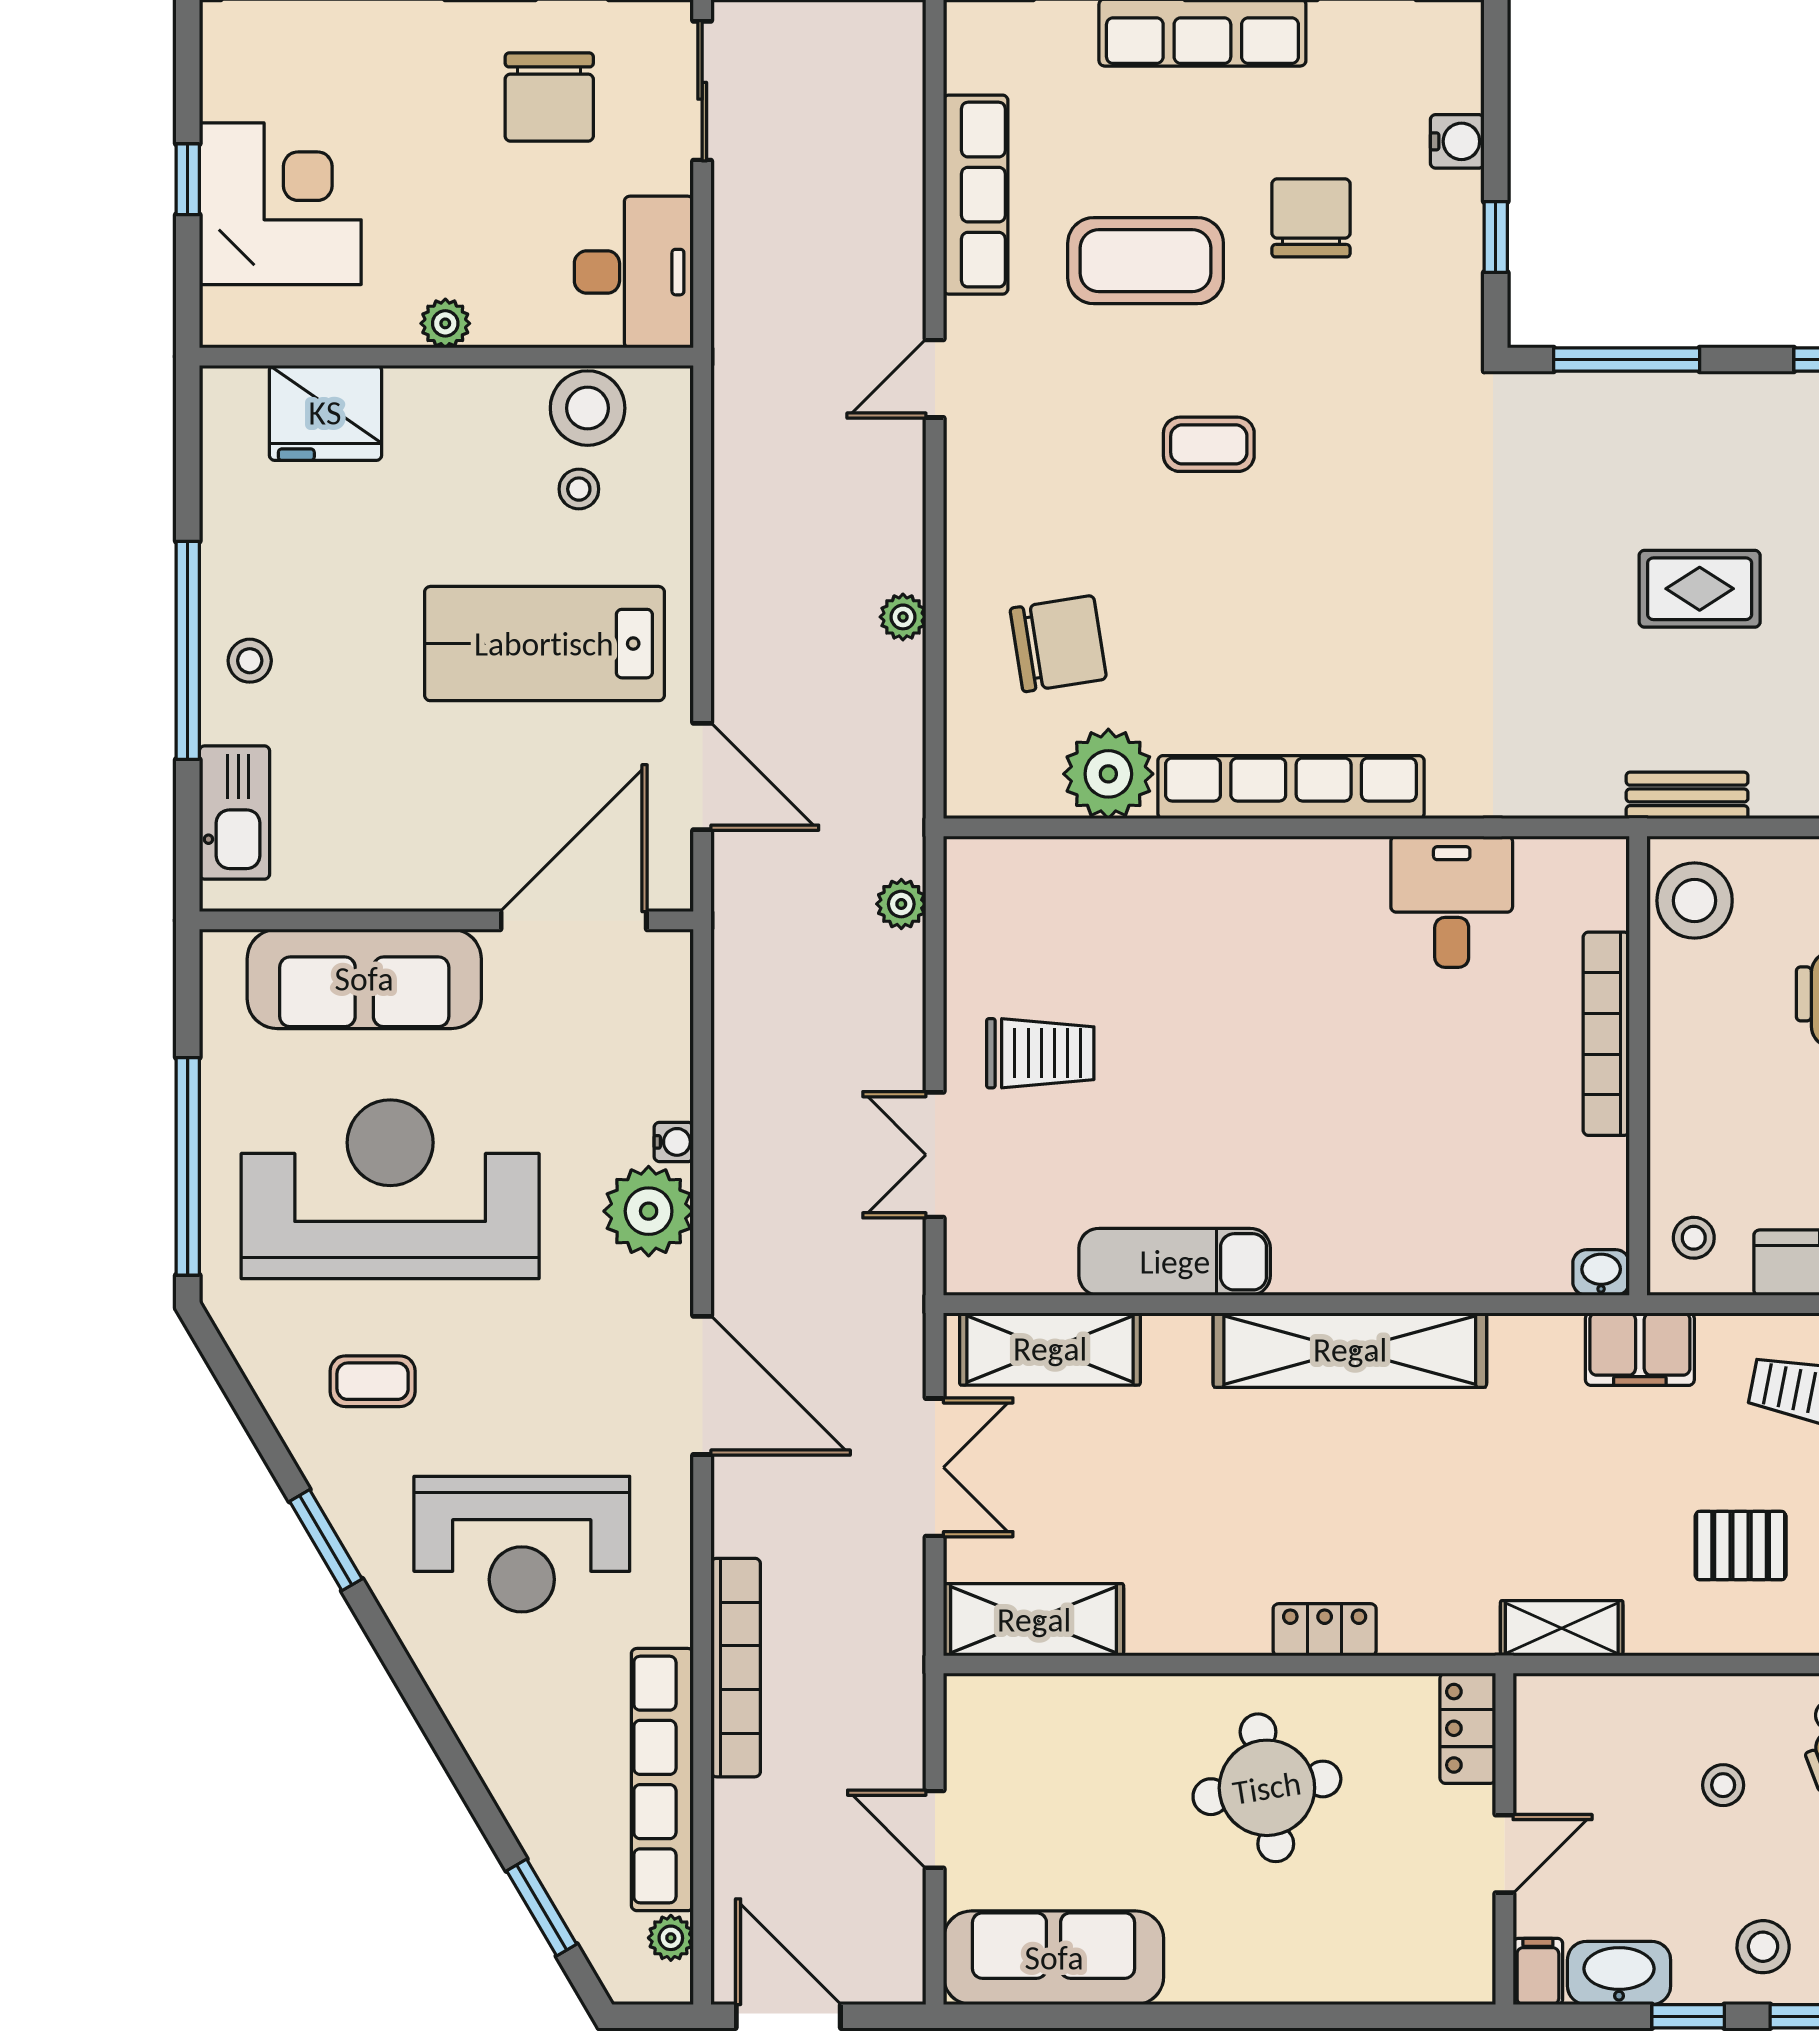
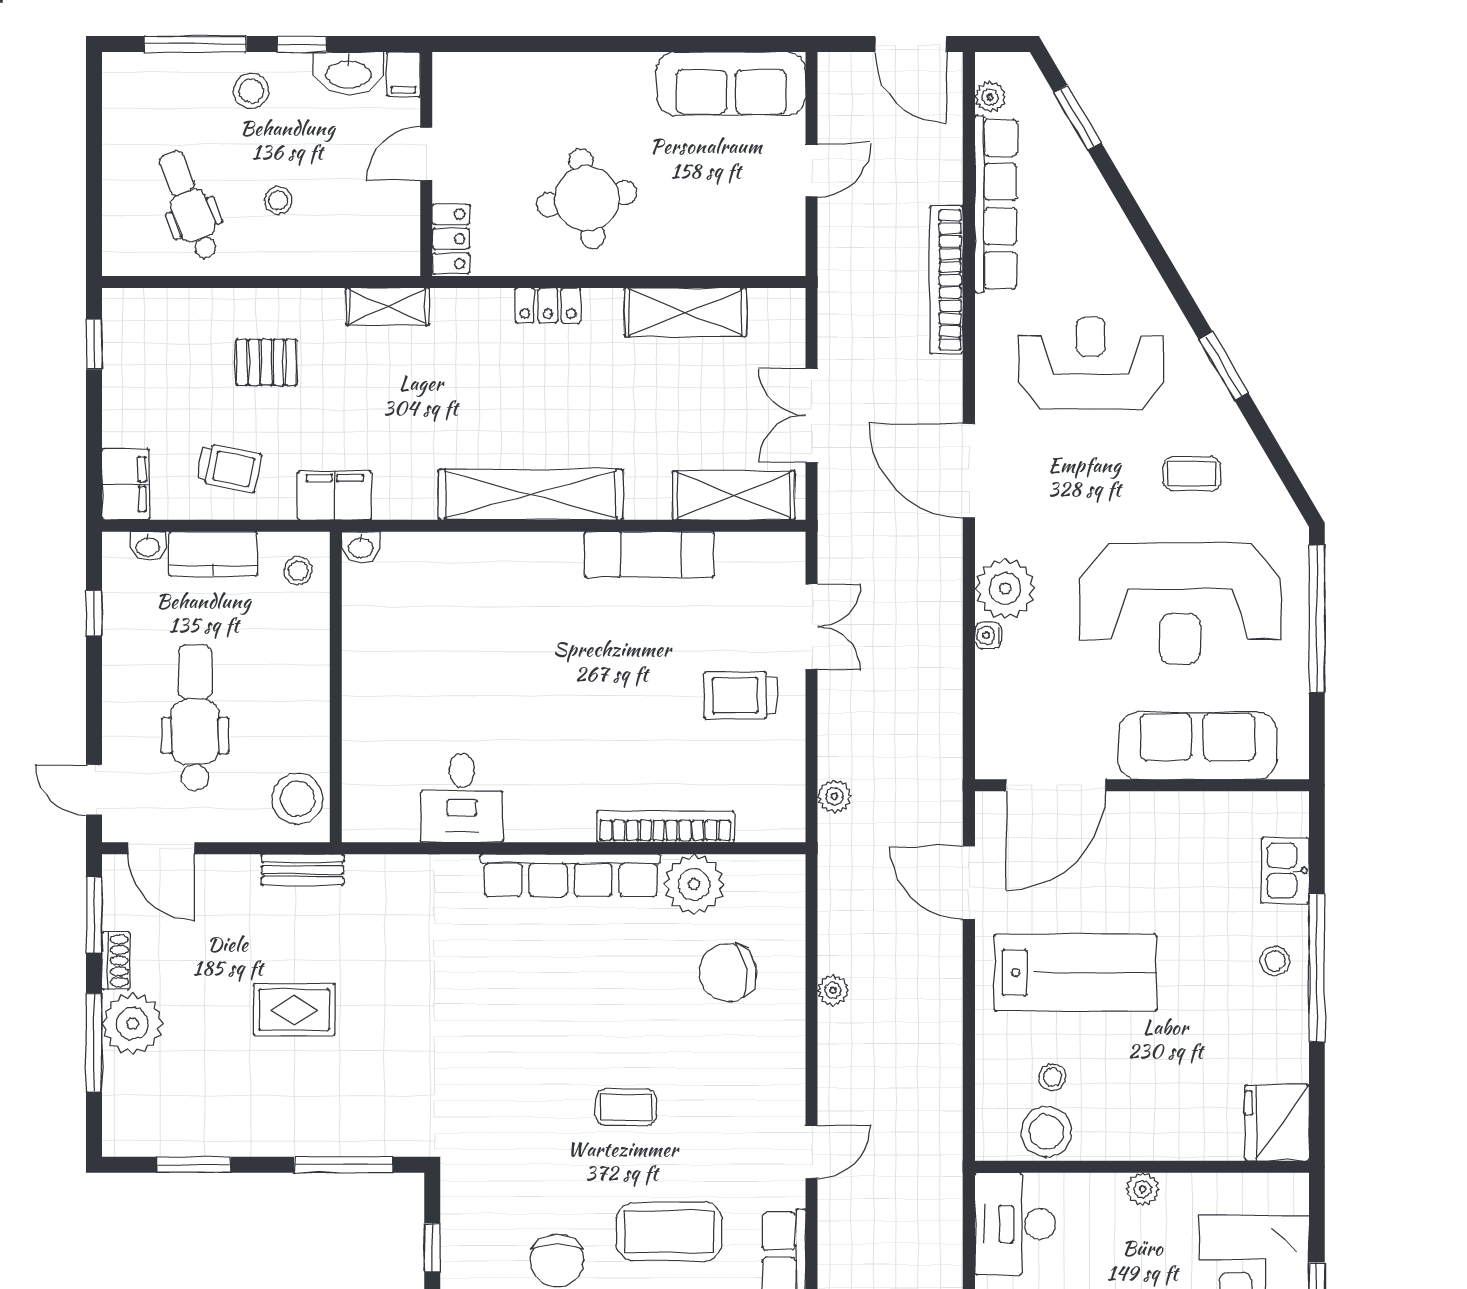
fridge: (325, 413) -> (1277, 1123), moved, turned -90
kitchen sink: (235, 813) -> (1285, 871), width x0.73
bookcase: (1606, 1034) -> (665, 827), moved, turned -90
shelving: (1034, 1620) -> (685, 312), moved
door: (935, 1829) -> (812, 170), hinge flipped

